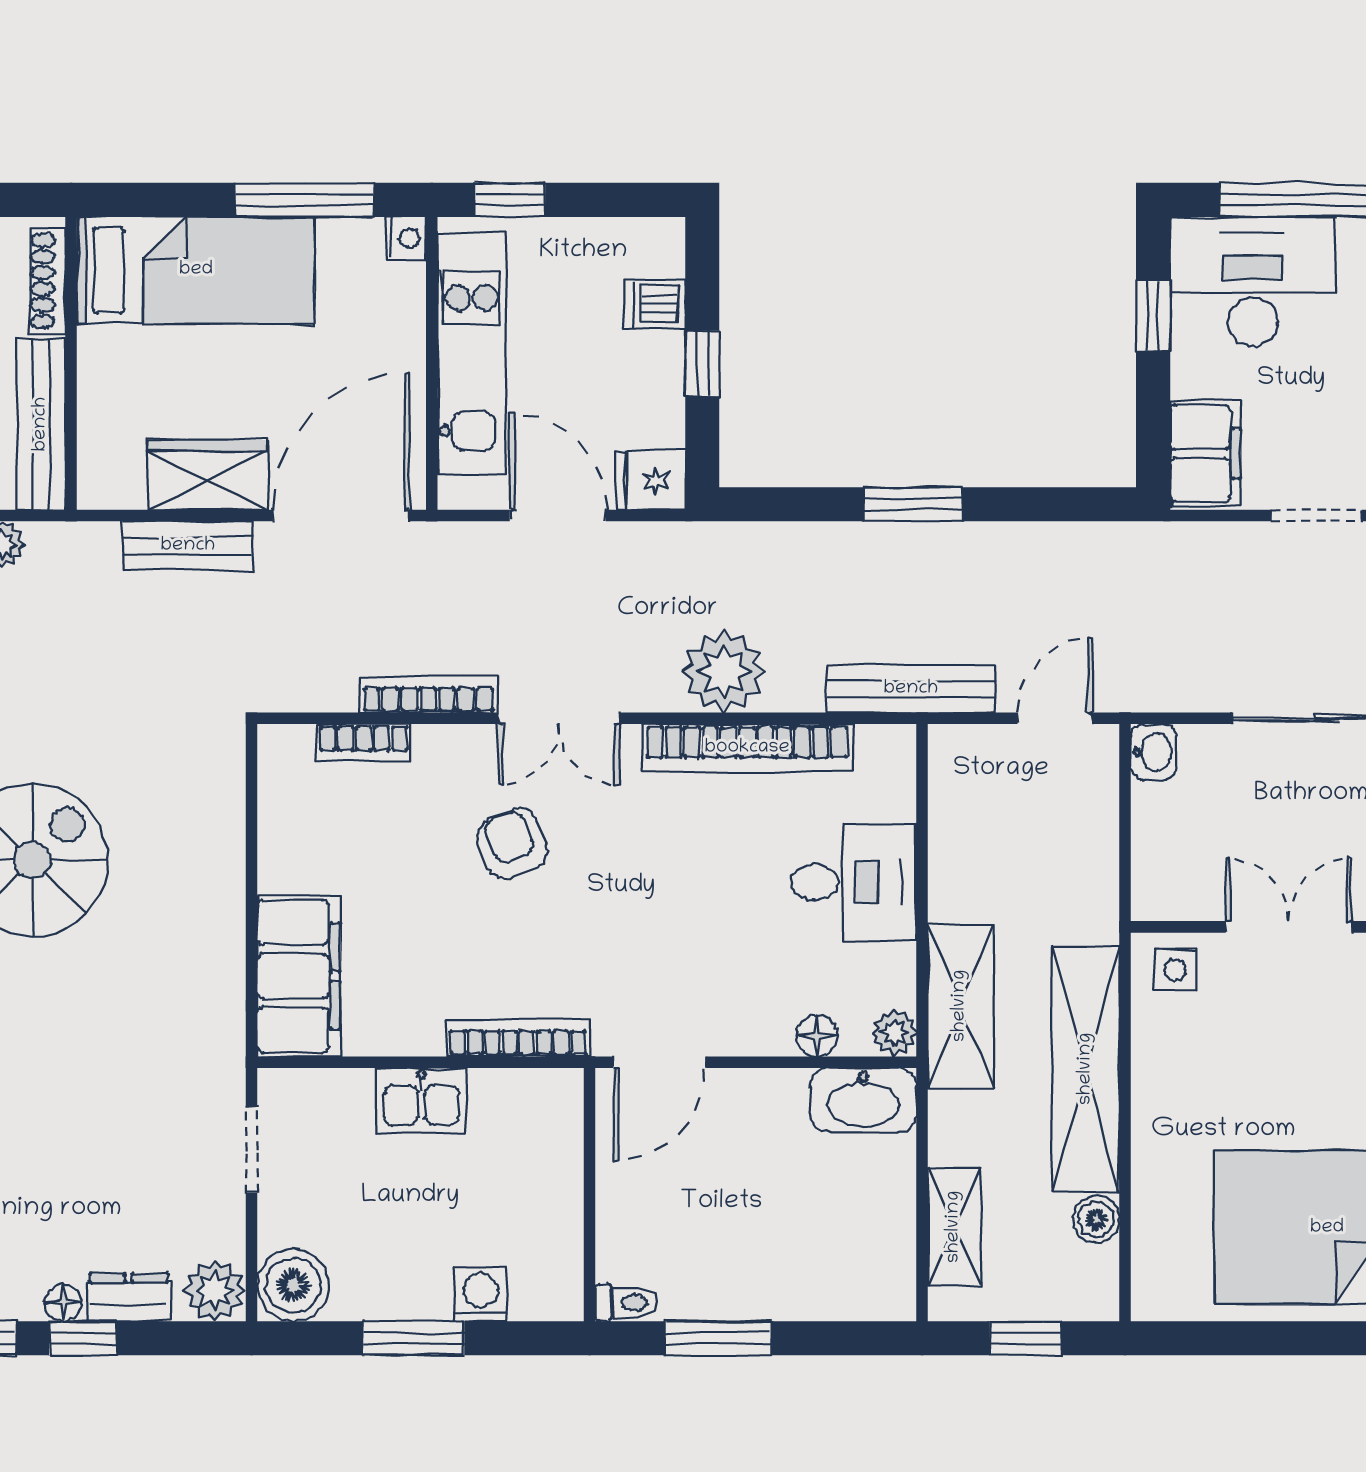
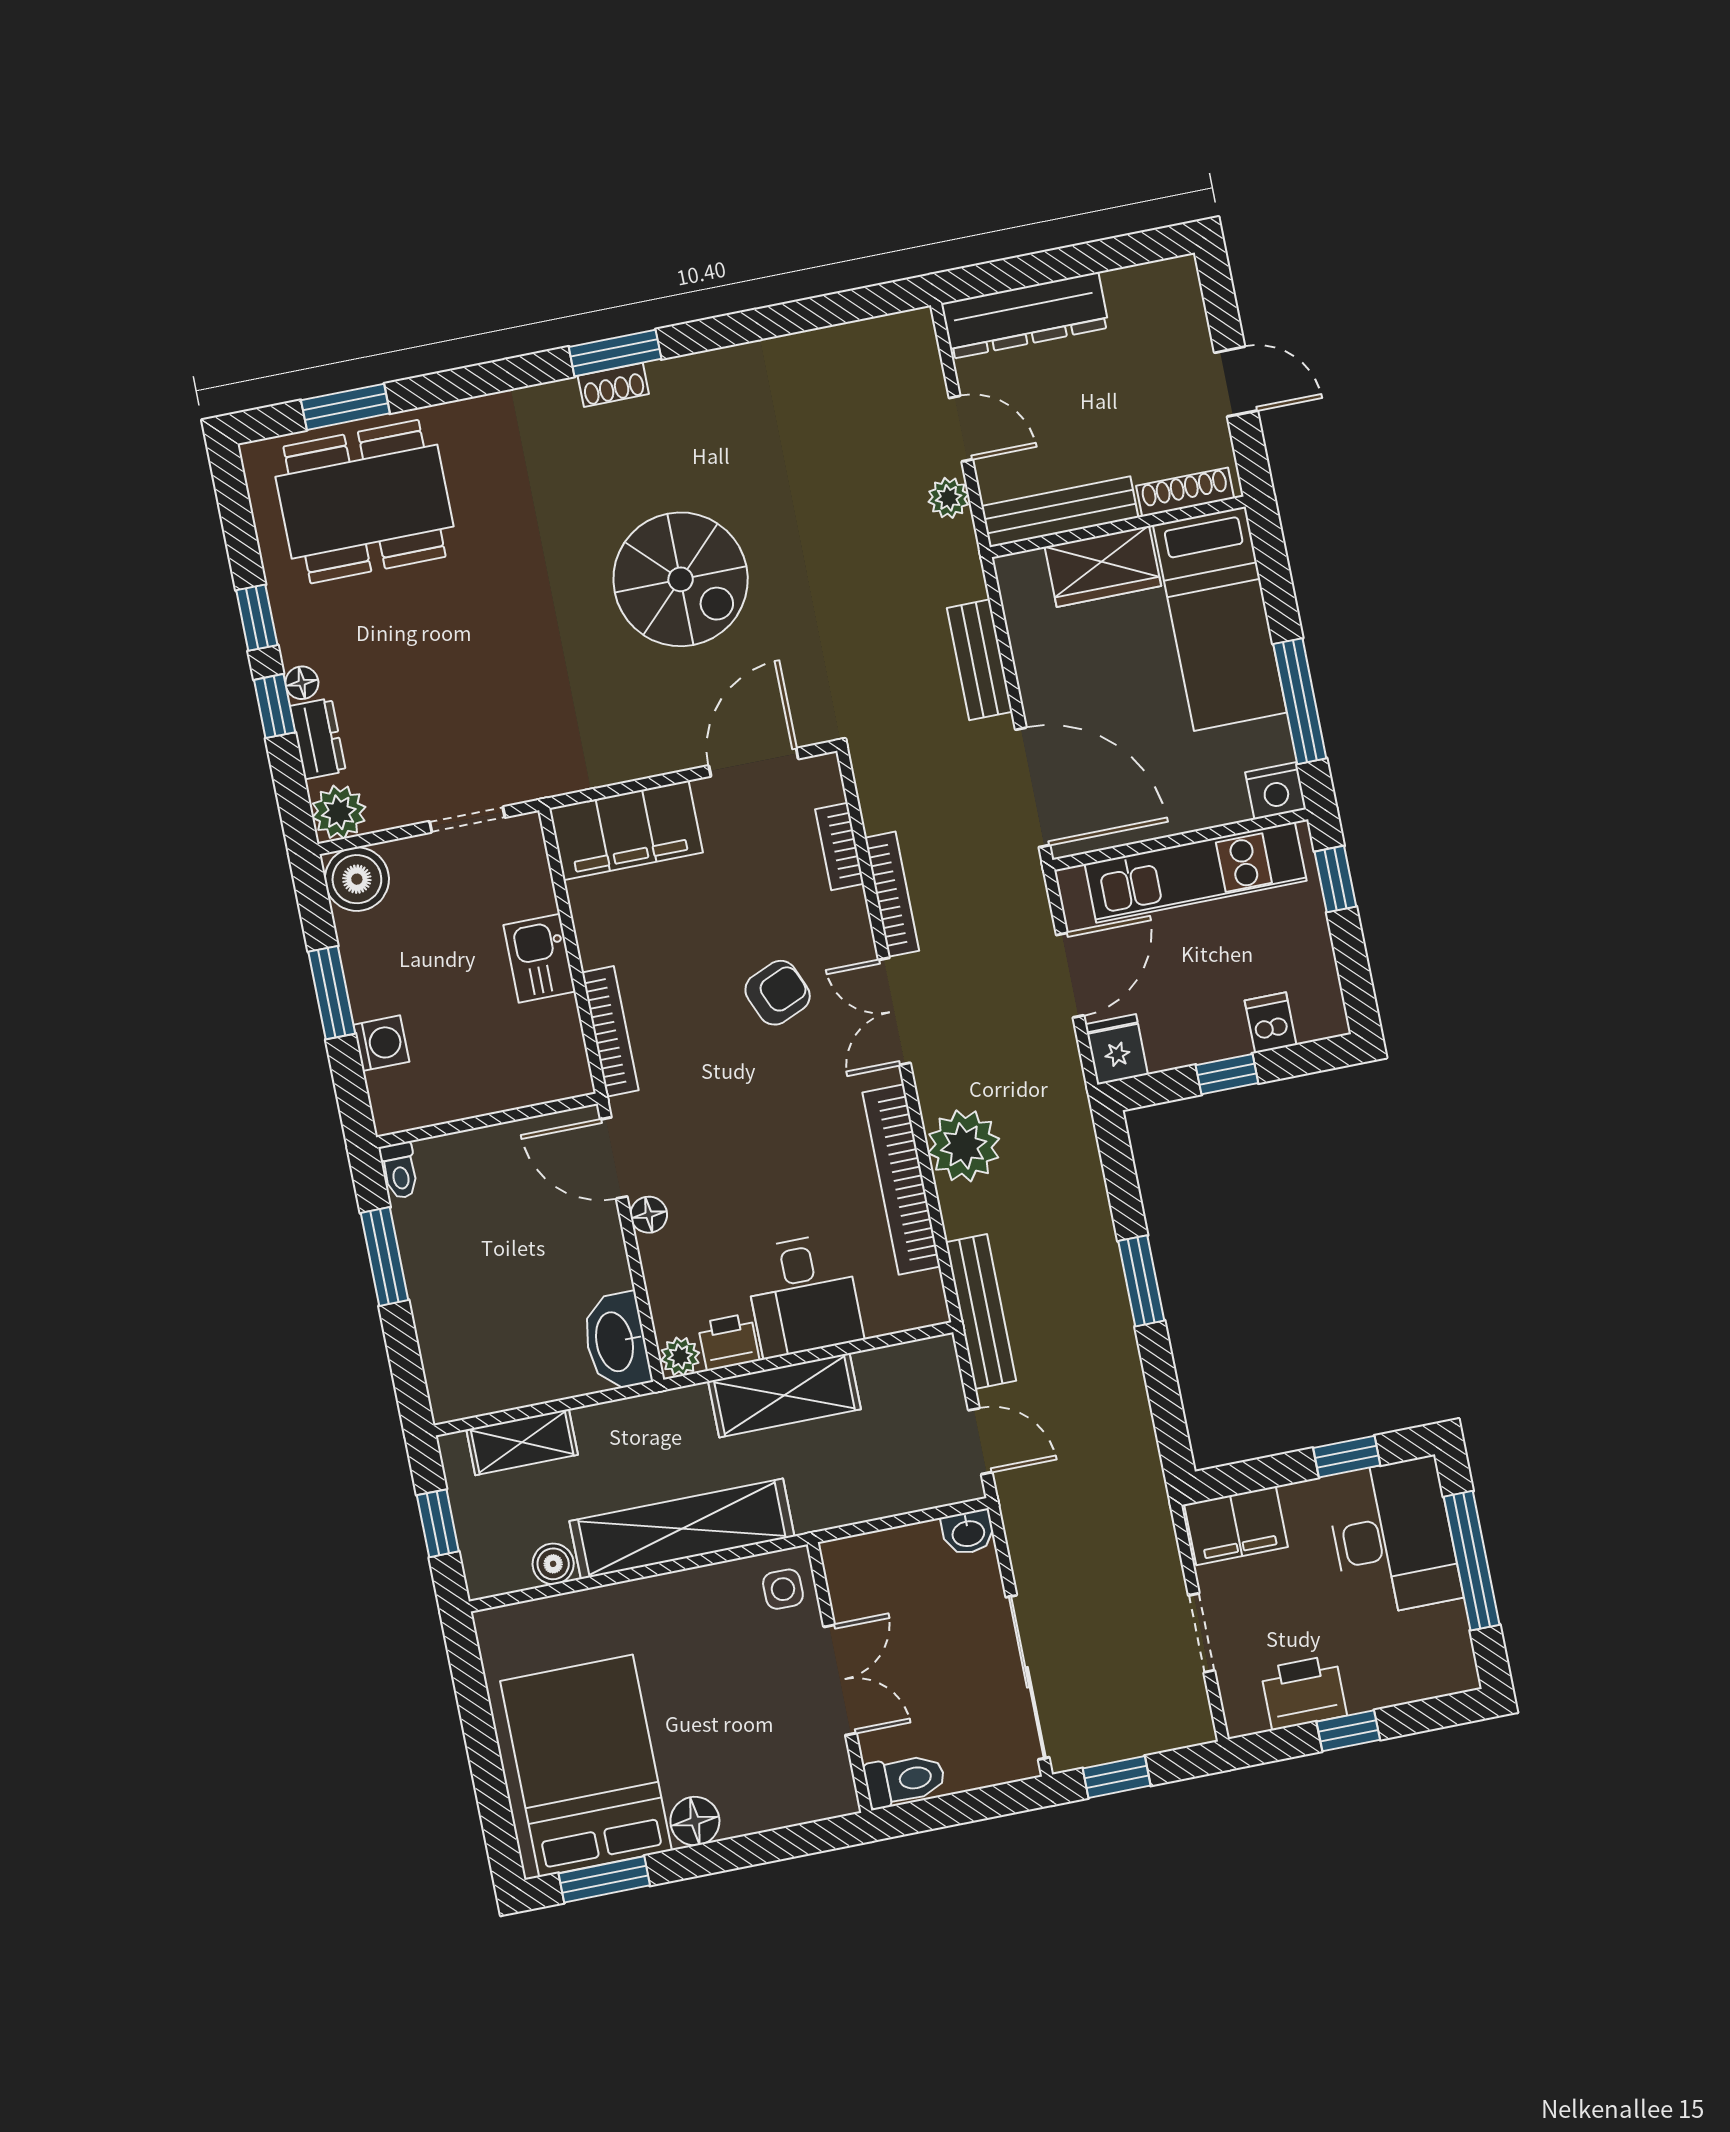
nightstand: (406, 238) -> (1276, 791), width x1.39, depth x1.35
wardrobe: (208, 475) -> (1103, 566), moved, turned 90
door: (251, 819) -> (754, 762), added
printer: (889, 976) -> (729, 1342), added
shelving: (960, 1006) -> (784, 1395), moved
floor lamp: (817, 1036) -> (649, 1215), moved

